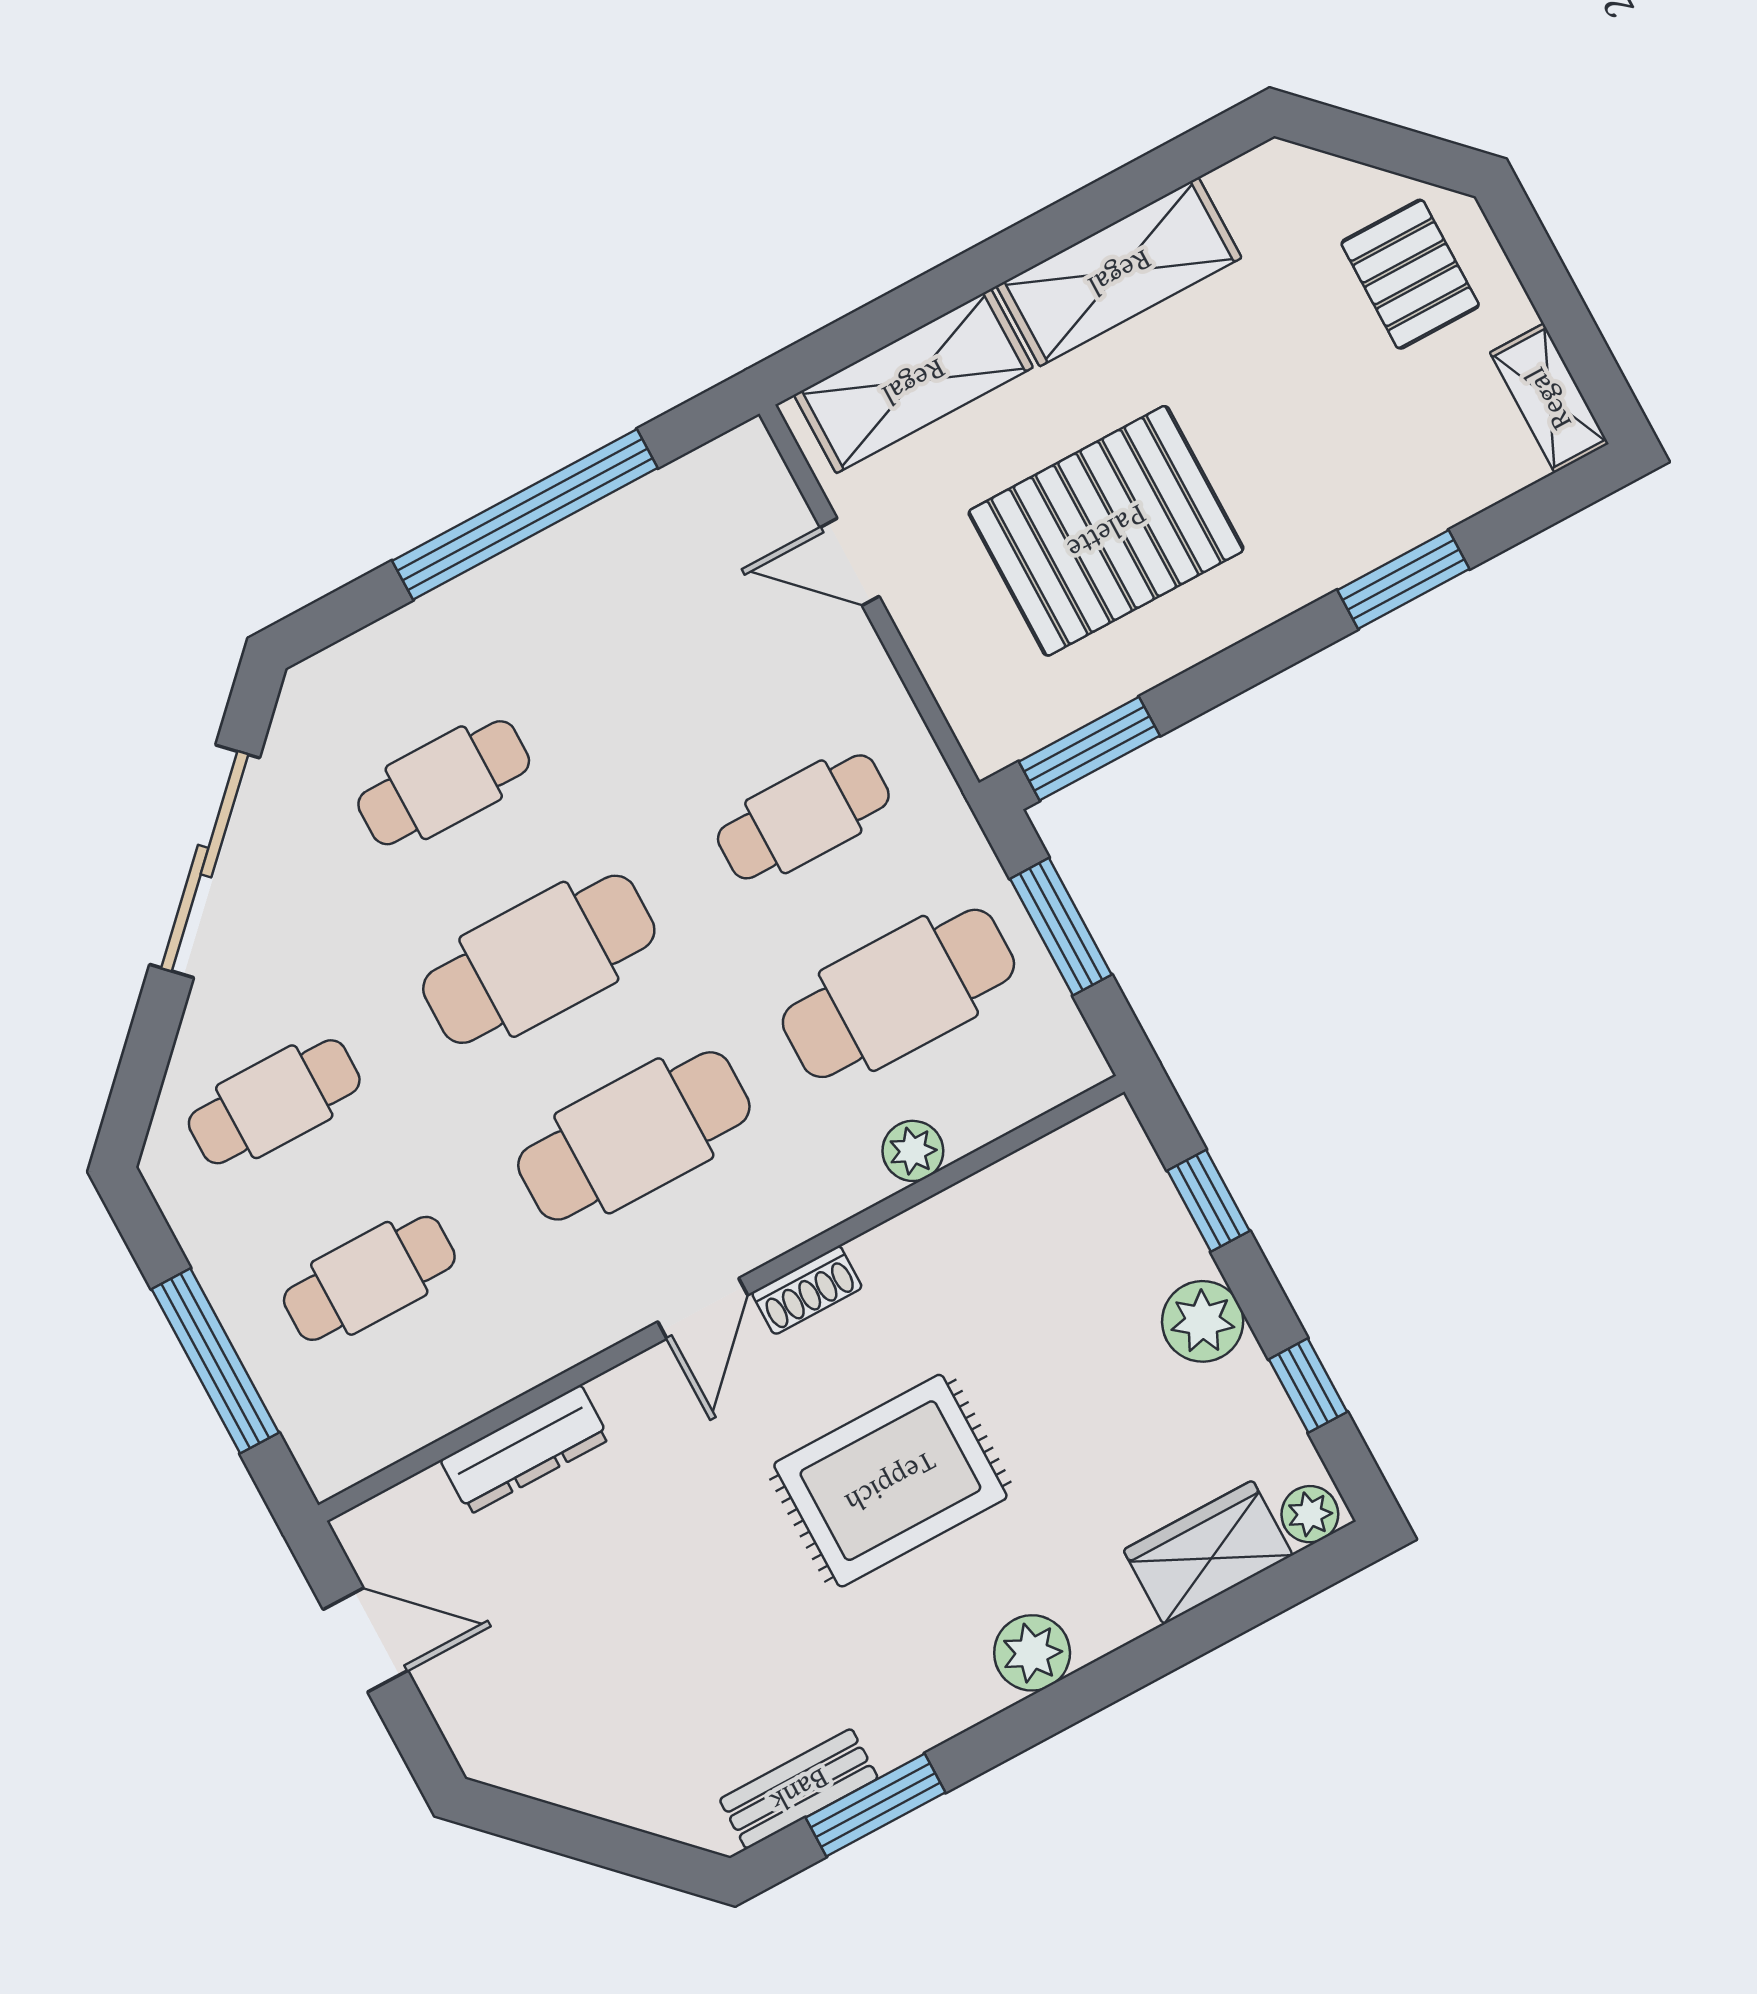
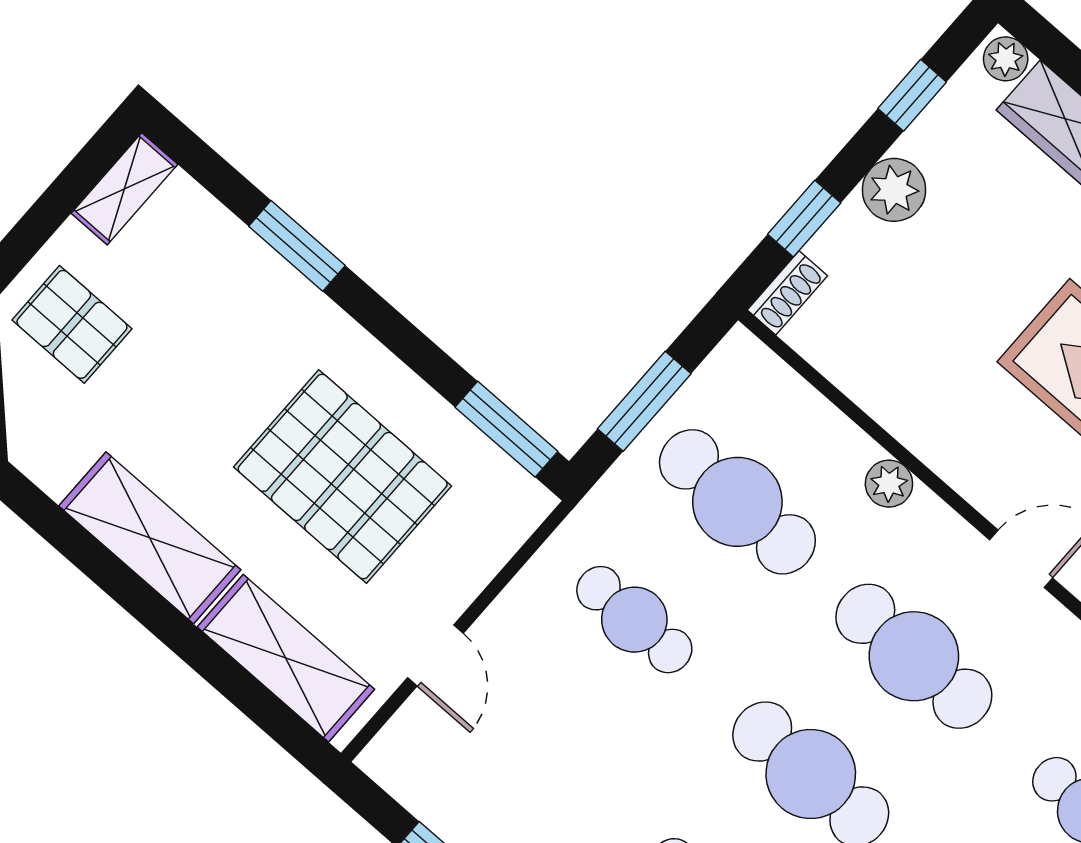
pallet: (1410, 274) -> (72, 324), turned 90
plant: (913, 1151) -> (889, 484), moved
shoe rack: (807, 1290) -> (787, 293), moved, turned 90

